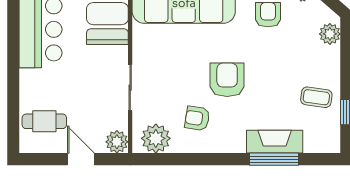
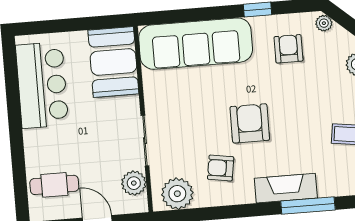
plant: (117, 142) -> (134, 183), moved
fireplace: (275, 142) -> (286, 188), moved

